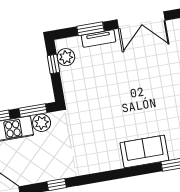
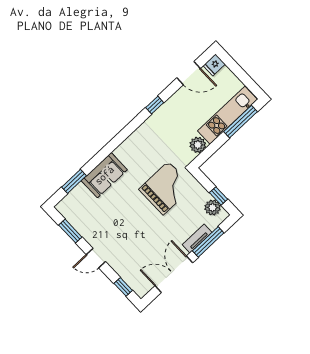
window: (90, 29) -> (208, 242), width x1.44
grand piano: (96, 103) -> (166, 188), added
window: (33, 110) -> (211, 150), removed

